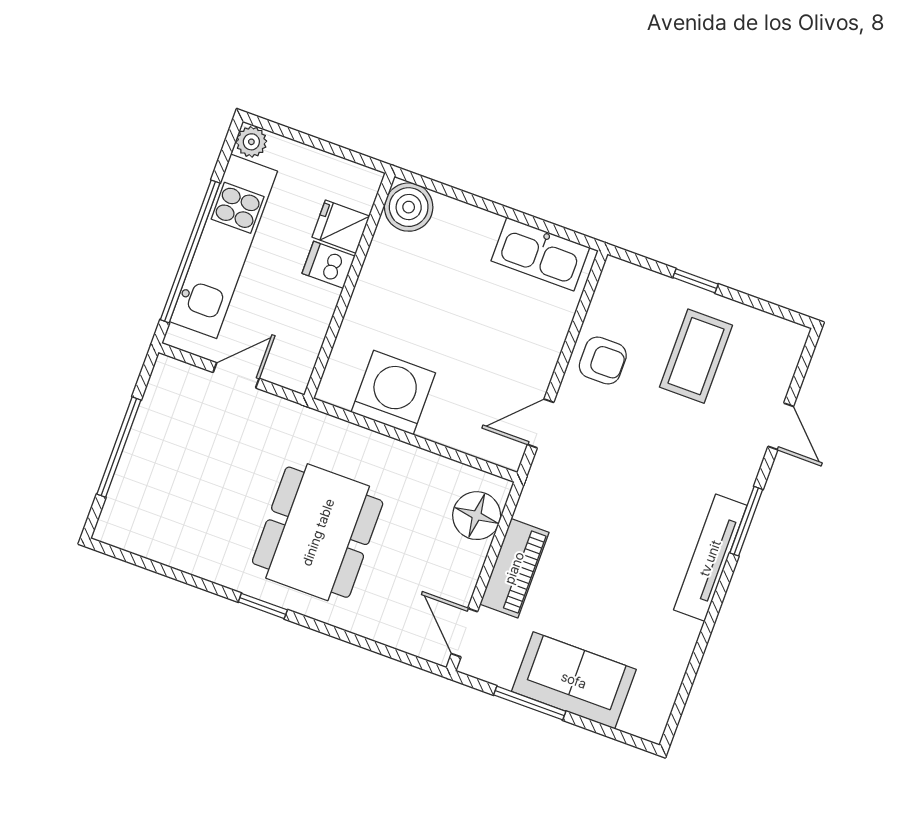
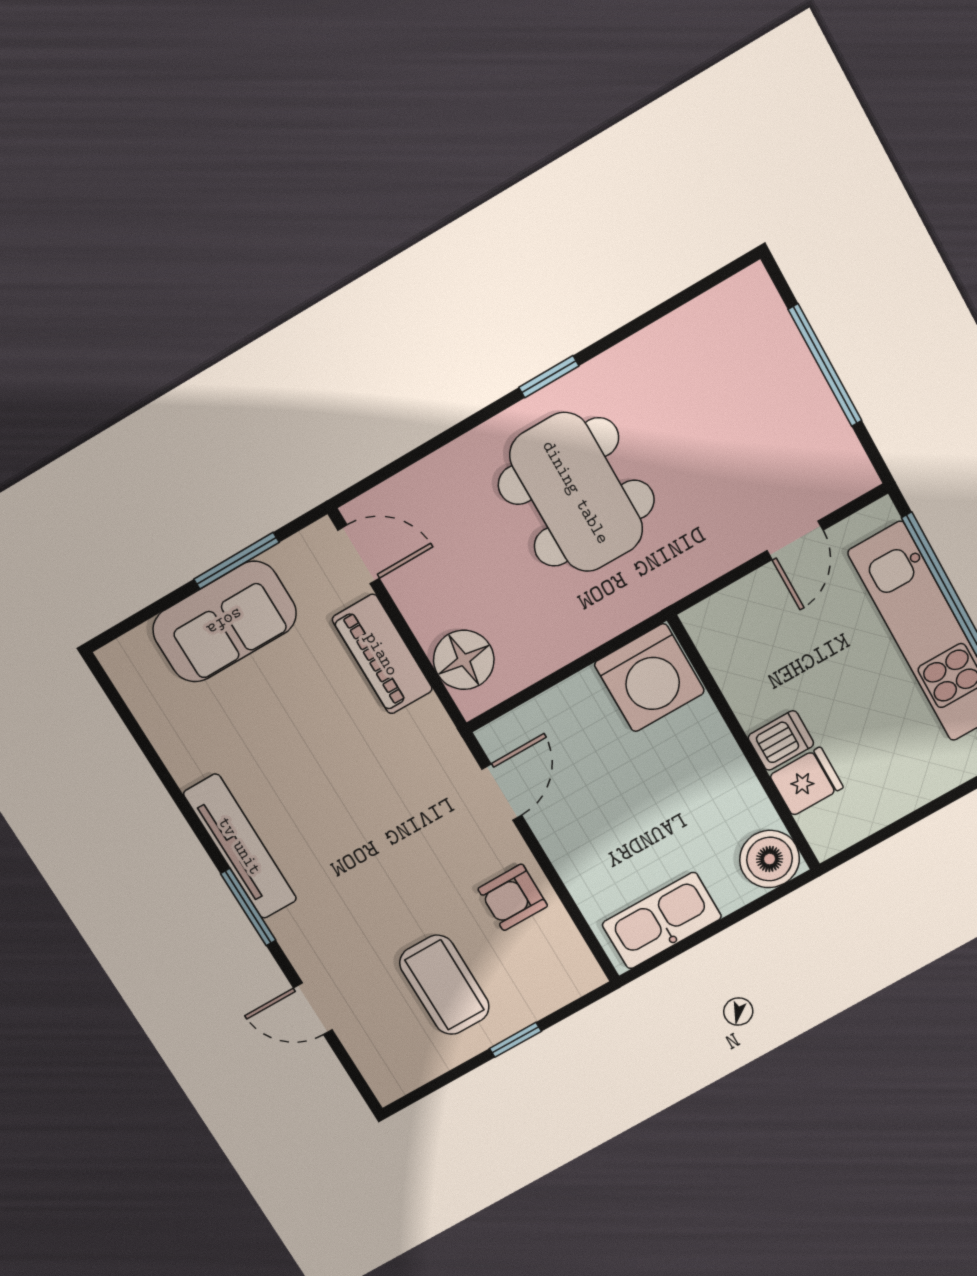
boiler: (409, 207) -> (770, 859), moved
fridge: (341, 227) -> (806, 781), moved
dishwasher: (329, 265) -> (781, 740), moved
wall: (349, 286) -> (744, 744), moved

